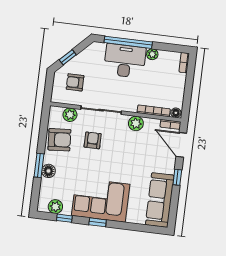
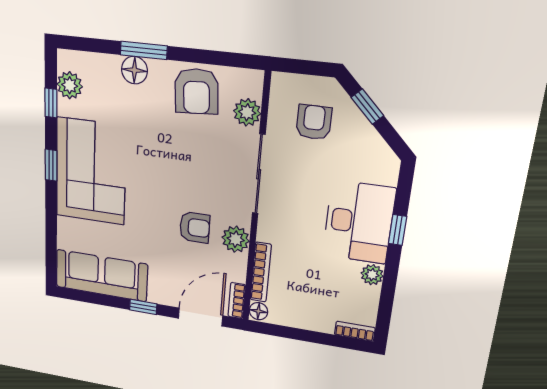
window: (128, 42) -> (398, 230), width x0.32
armchair: (93, 140) -> (195, 227), moved

